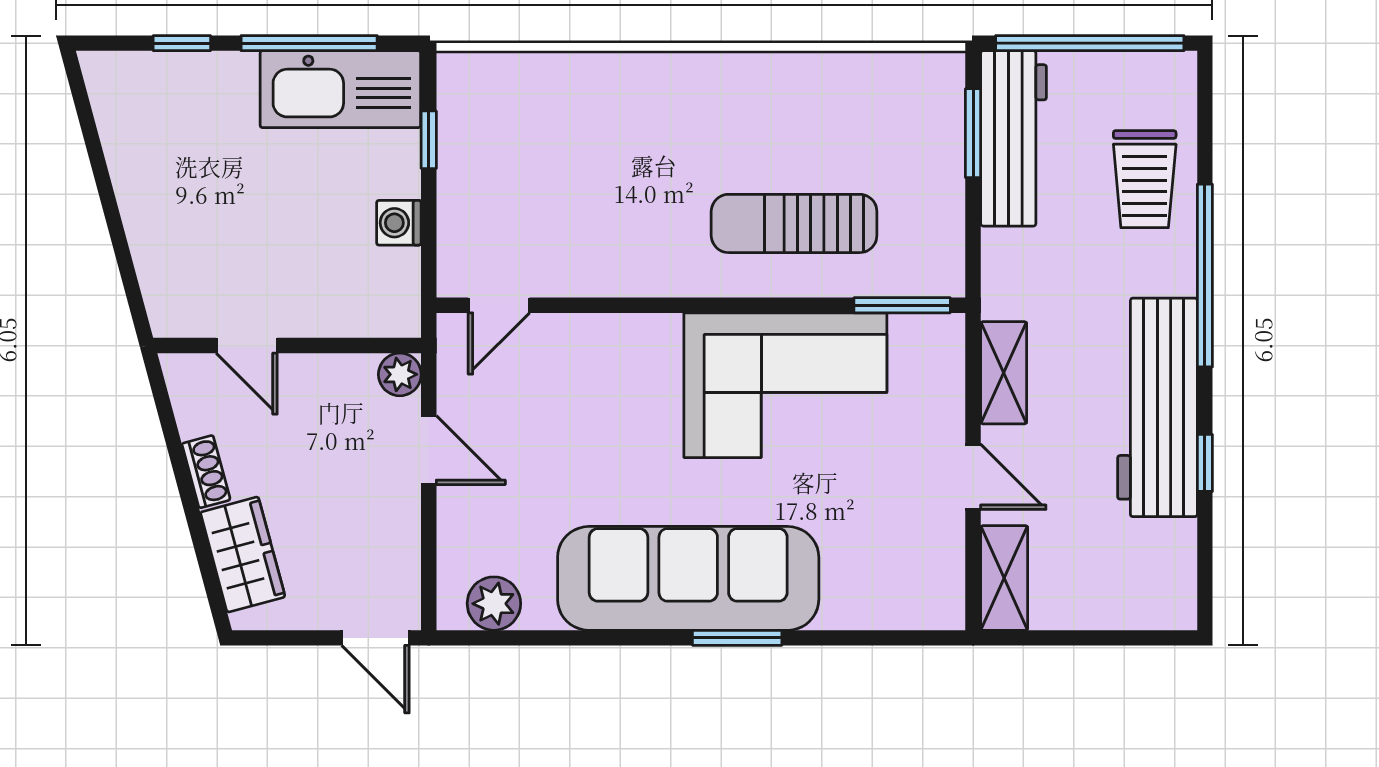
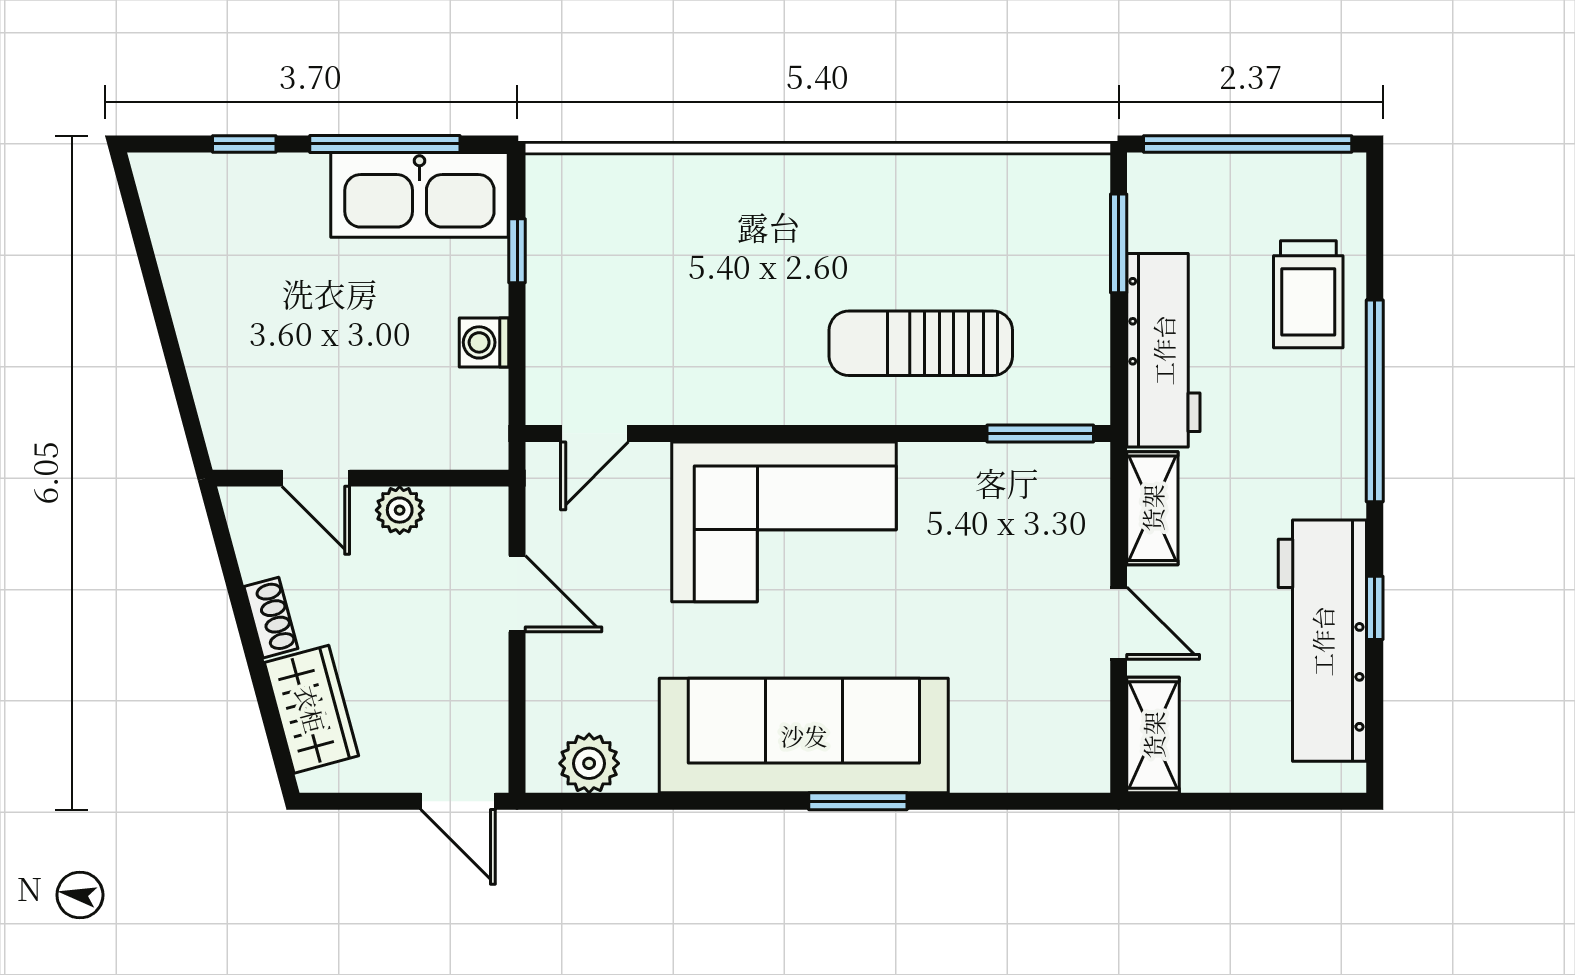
workbench: (1014, 138) -> (1163, 350), moved
plant: (400, 374) -> (400, 510), moved
corner sofa: (785, 385) -> (784, 522), moved
workbench: (1157, 407) -> (1322, 641), moved

